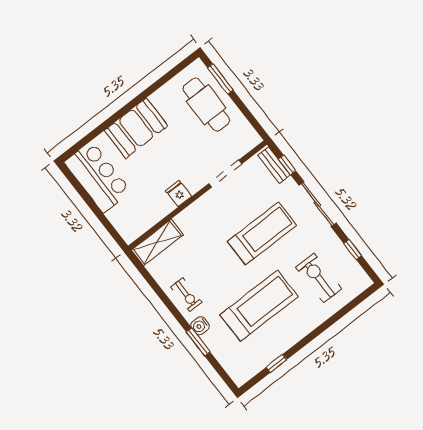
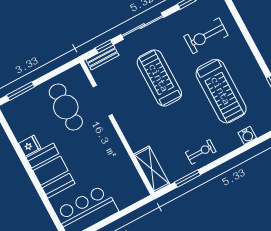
cafe table: (206, 105) -> (66, 107), moved, turned 90
fridge: (179, 194) -> (30, 146), moved, turned 180
treadmill: (259, 306) -> (221, 91), turned 180
water cooler: (200, 326) -> (247, 135), moved
window: (198, 342) -> (188, 178), moved

